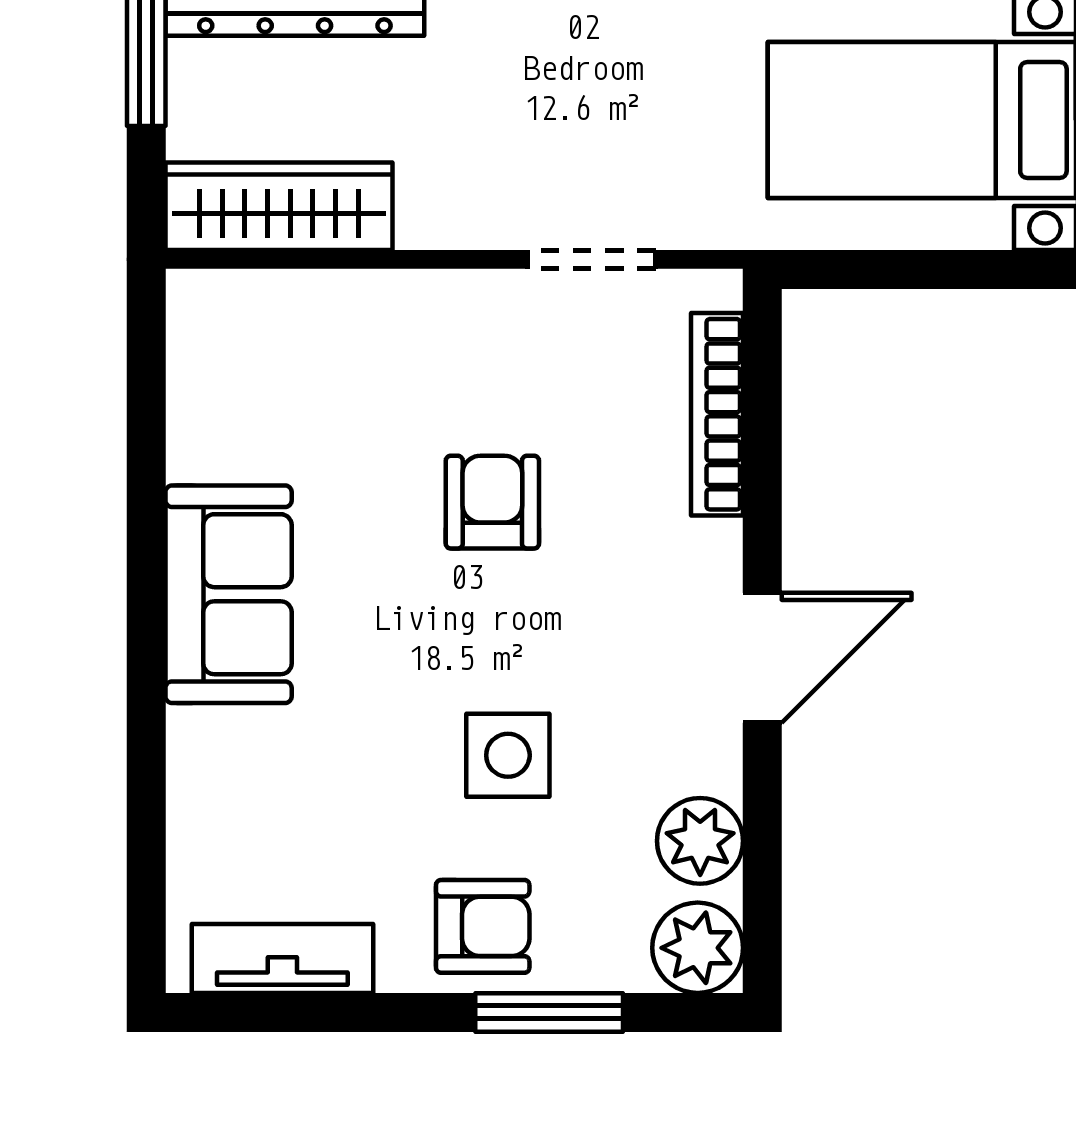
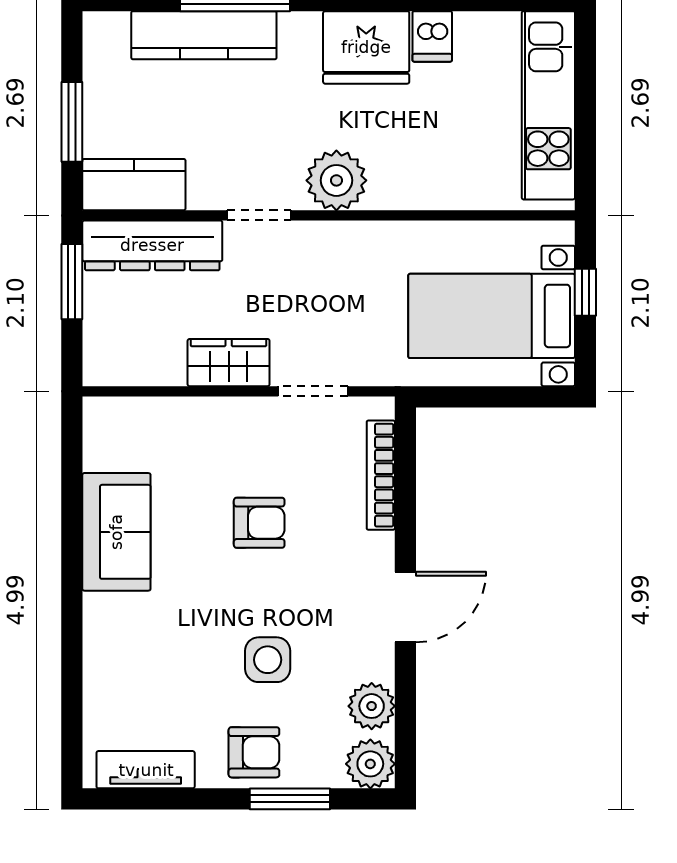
wardrobe: (279, 206) -> (229, 363), moved, width x0.67
armchair: (492, 502) -> (259, 523), turned 90
sofa: (229, 594) -> (116, 532), moved

